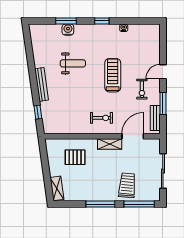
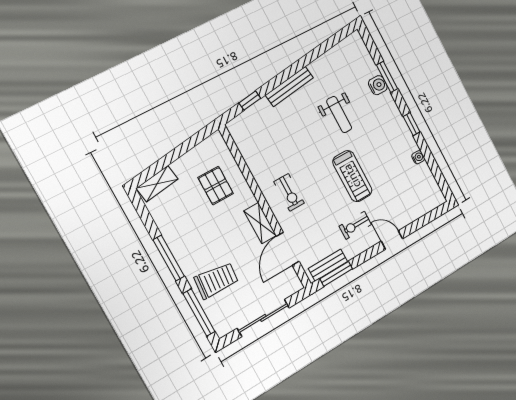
treadmill: (113, 75) -> (352, 176), turned 90
window: (163, 104) -> (336, 274), moved
door: (133, 136) -> (288, 249), swing flipped

